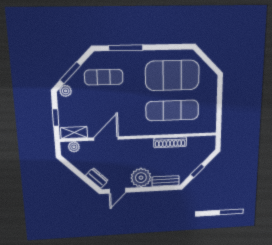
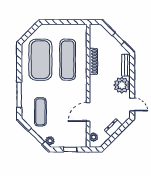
shelving: (74, 133) -> (82, 136), removed
door: (106, 138) -> (88, 112), hinge flipped
dresser: (97, 178) -> (113, 128), moved

